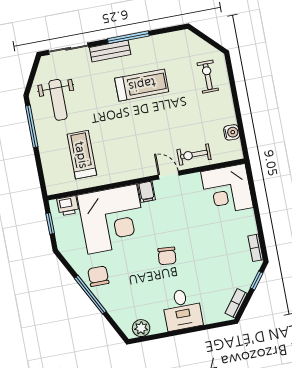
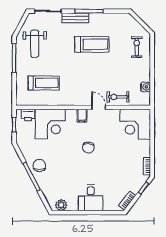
treadmill: (82, 155) -> (44, 83), turned 90
corner desk: (112, 219) -> (50, 124), width x0.74, depth x0.74
chair: (167, 256) -> (88, 147), moved

